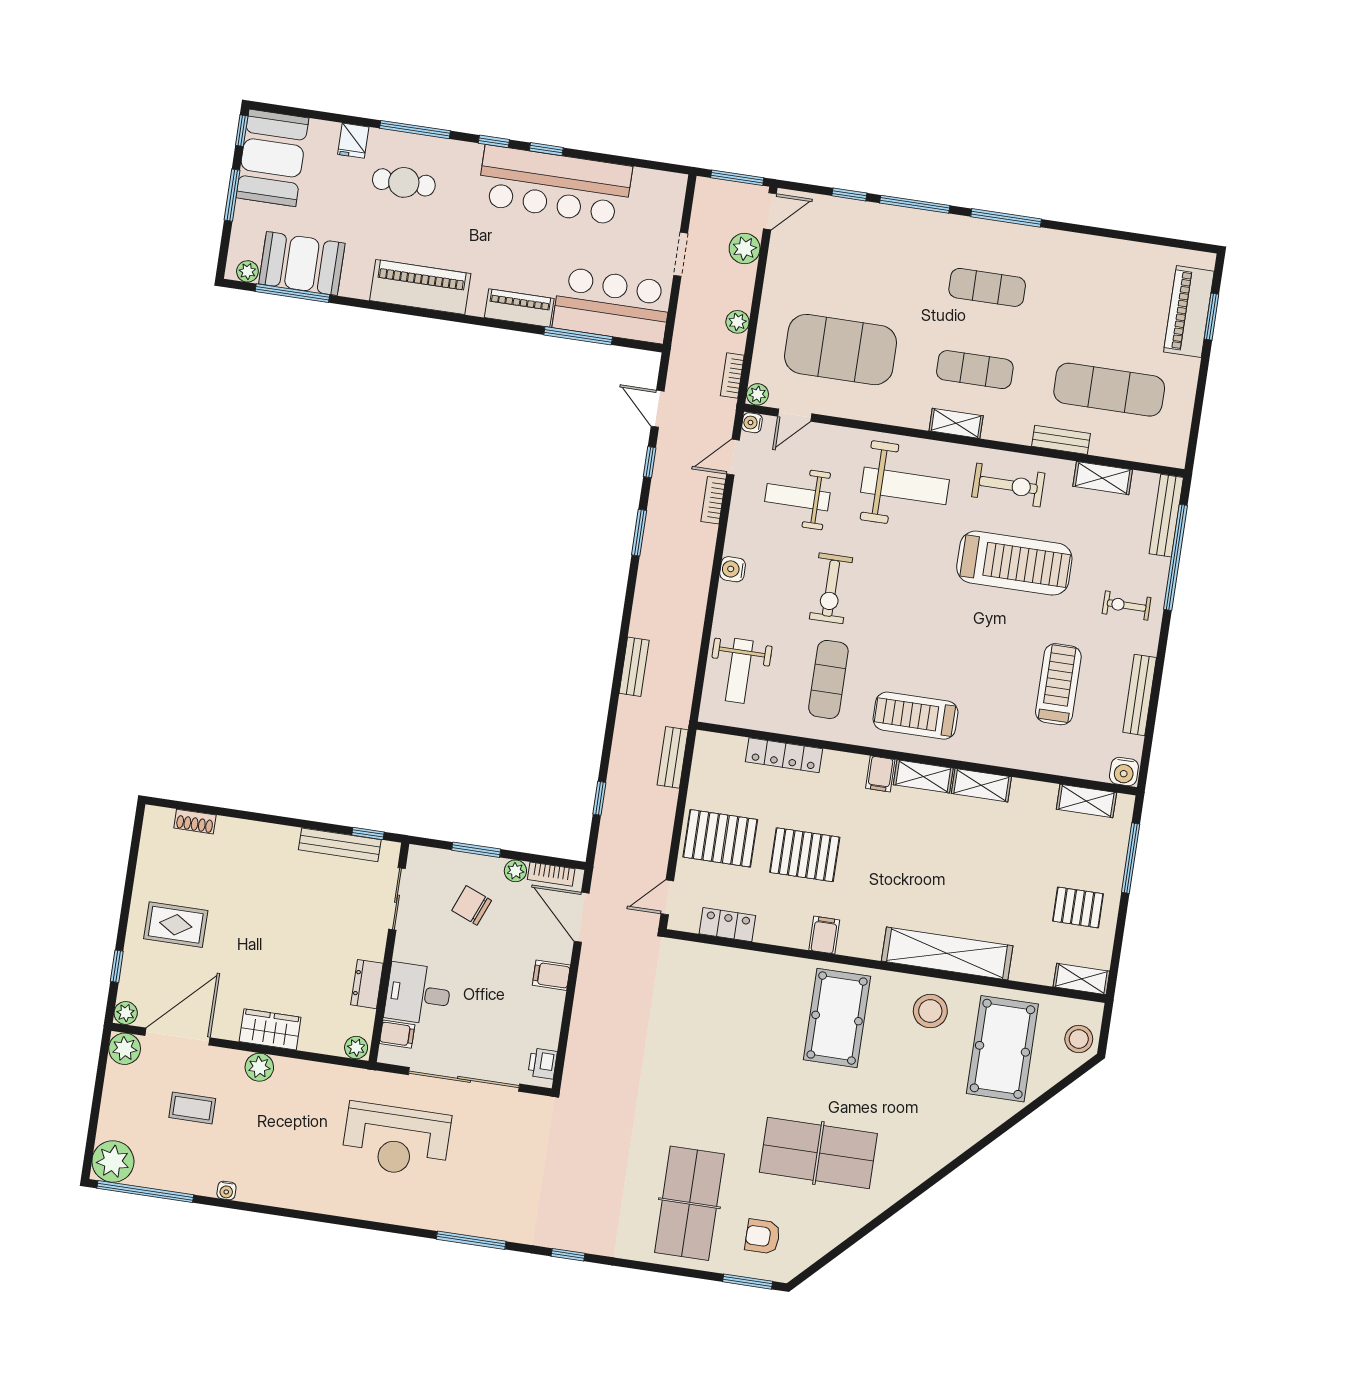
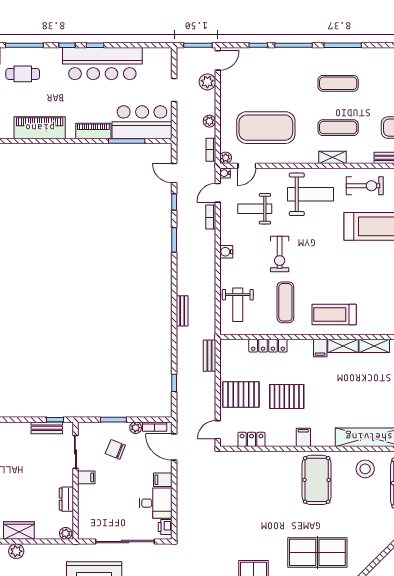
bench: (340, 845) -> (47, 428), width x0.73
desk: (418, 994) -> (156, 503), moved, turned 180
filing cabinet: (397, 1034) -> (86, 477), moved

